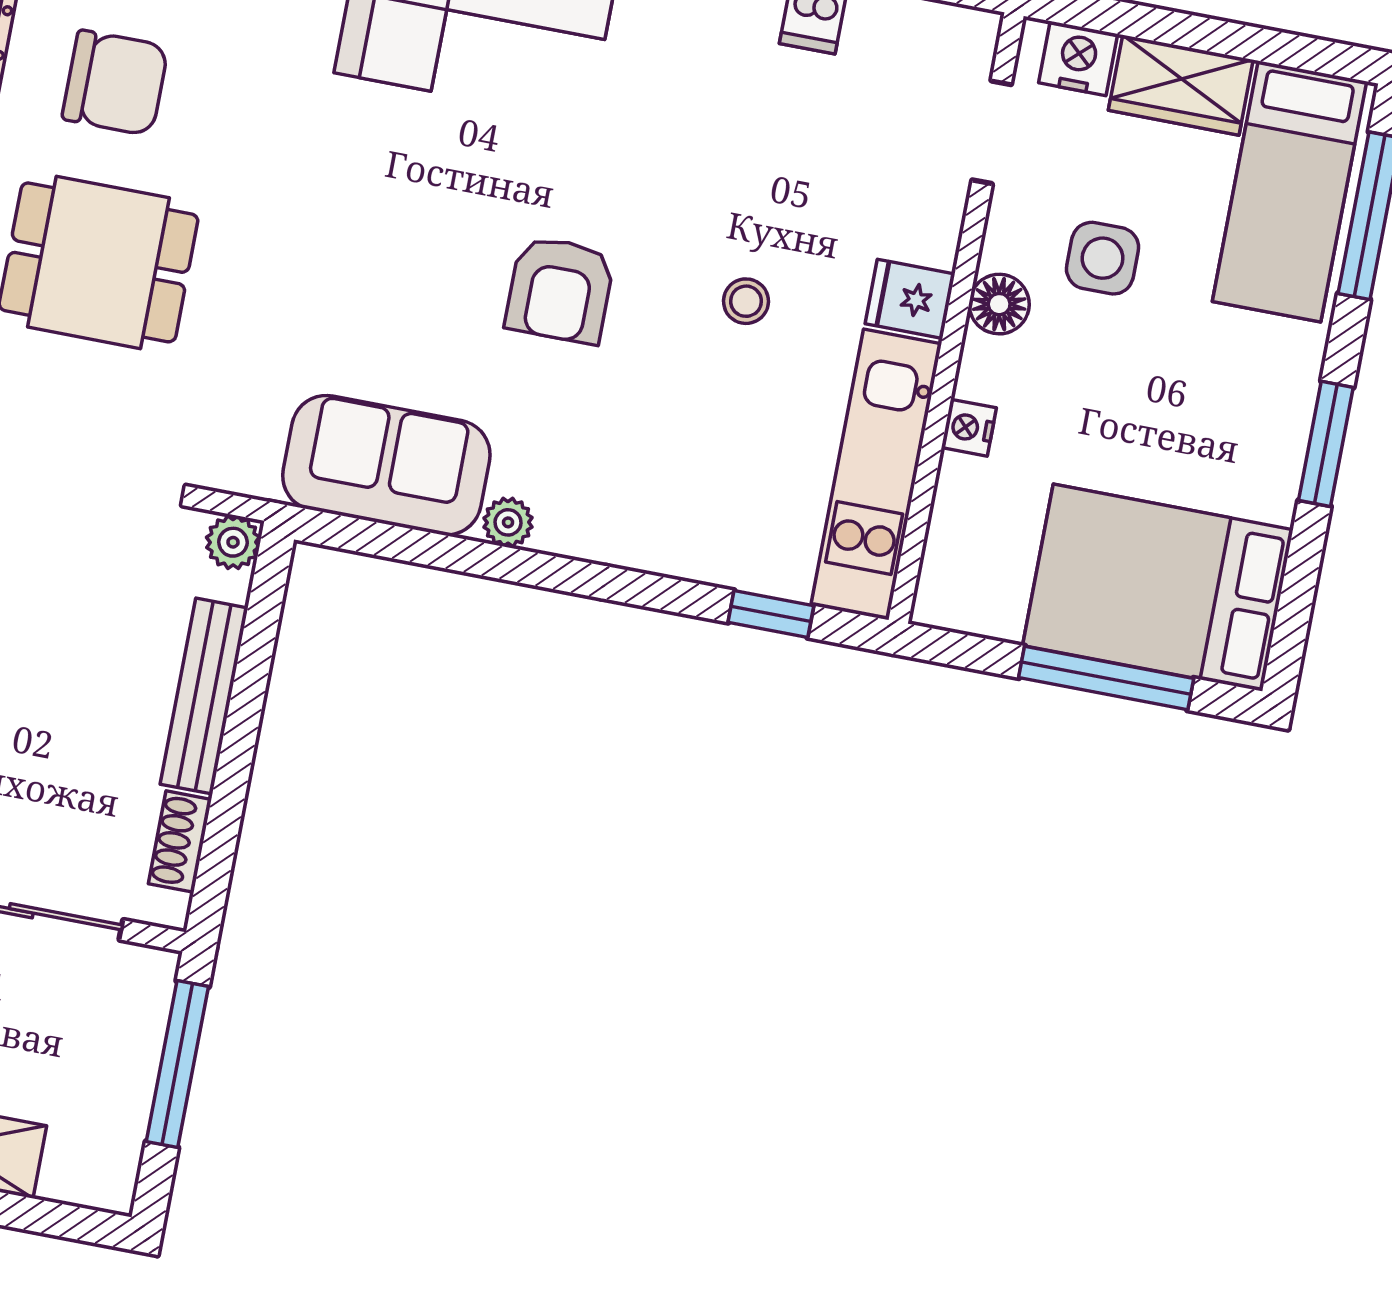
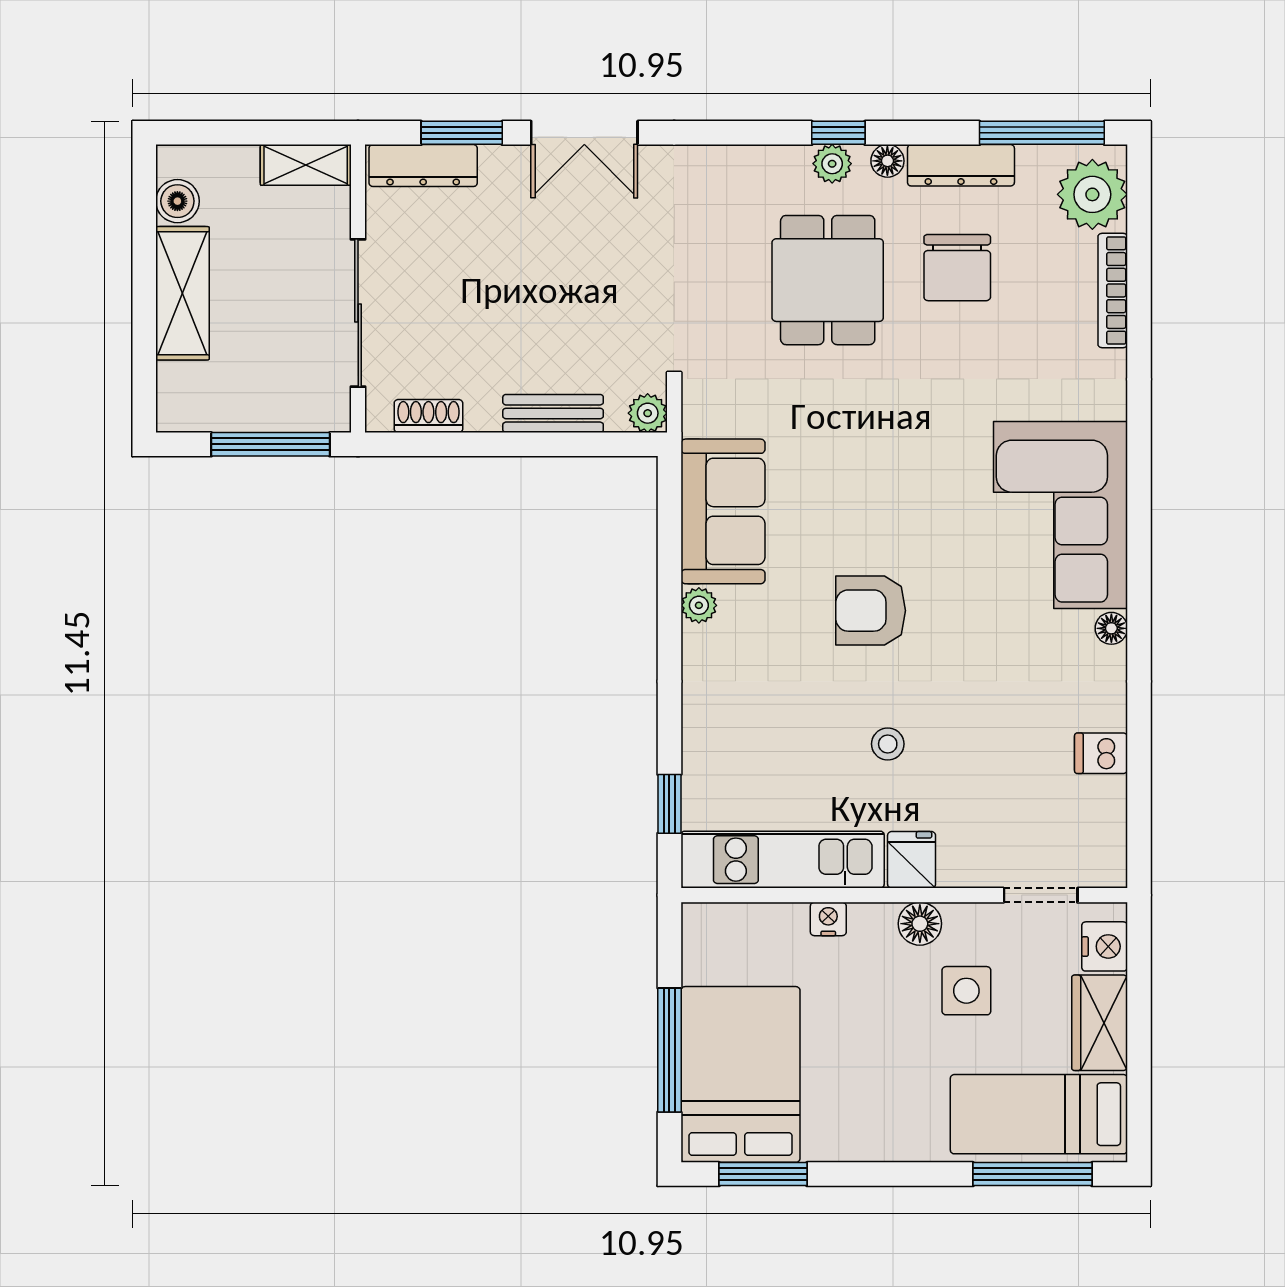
window: (1326, 444) -> (763, 1174), moved
bench: (204, 696) -> (553, 413), width x0.73

